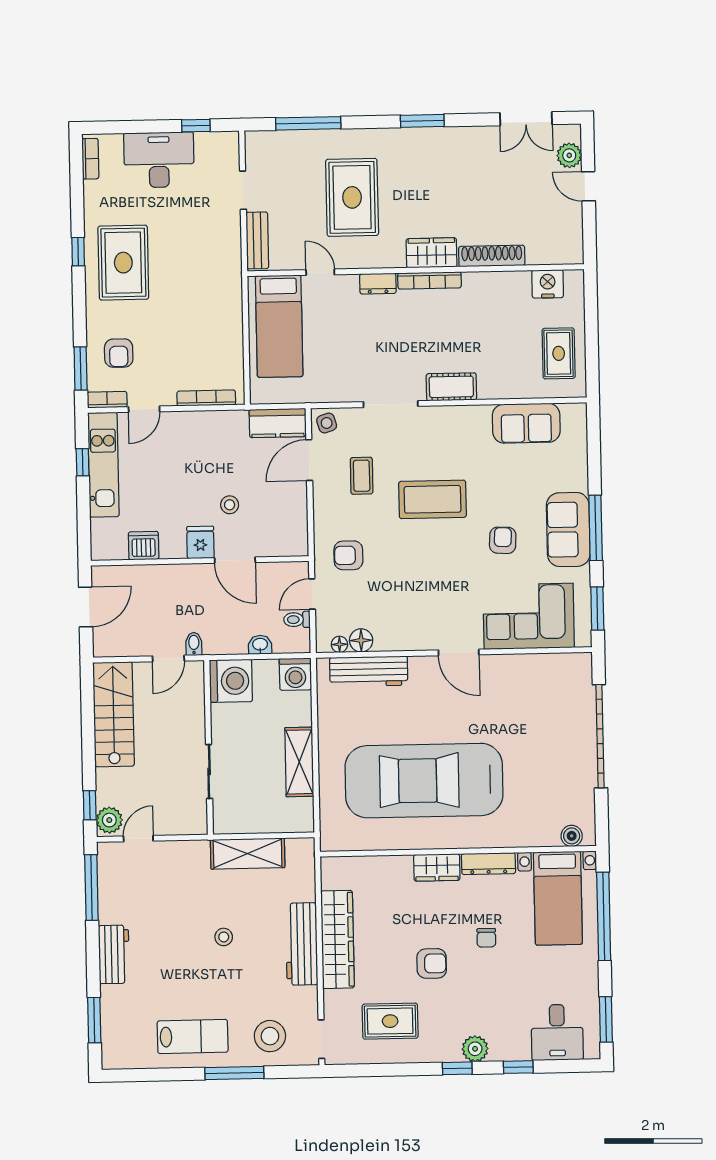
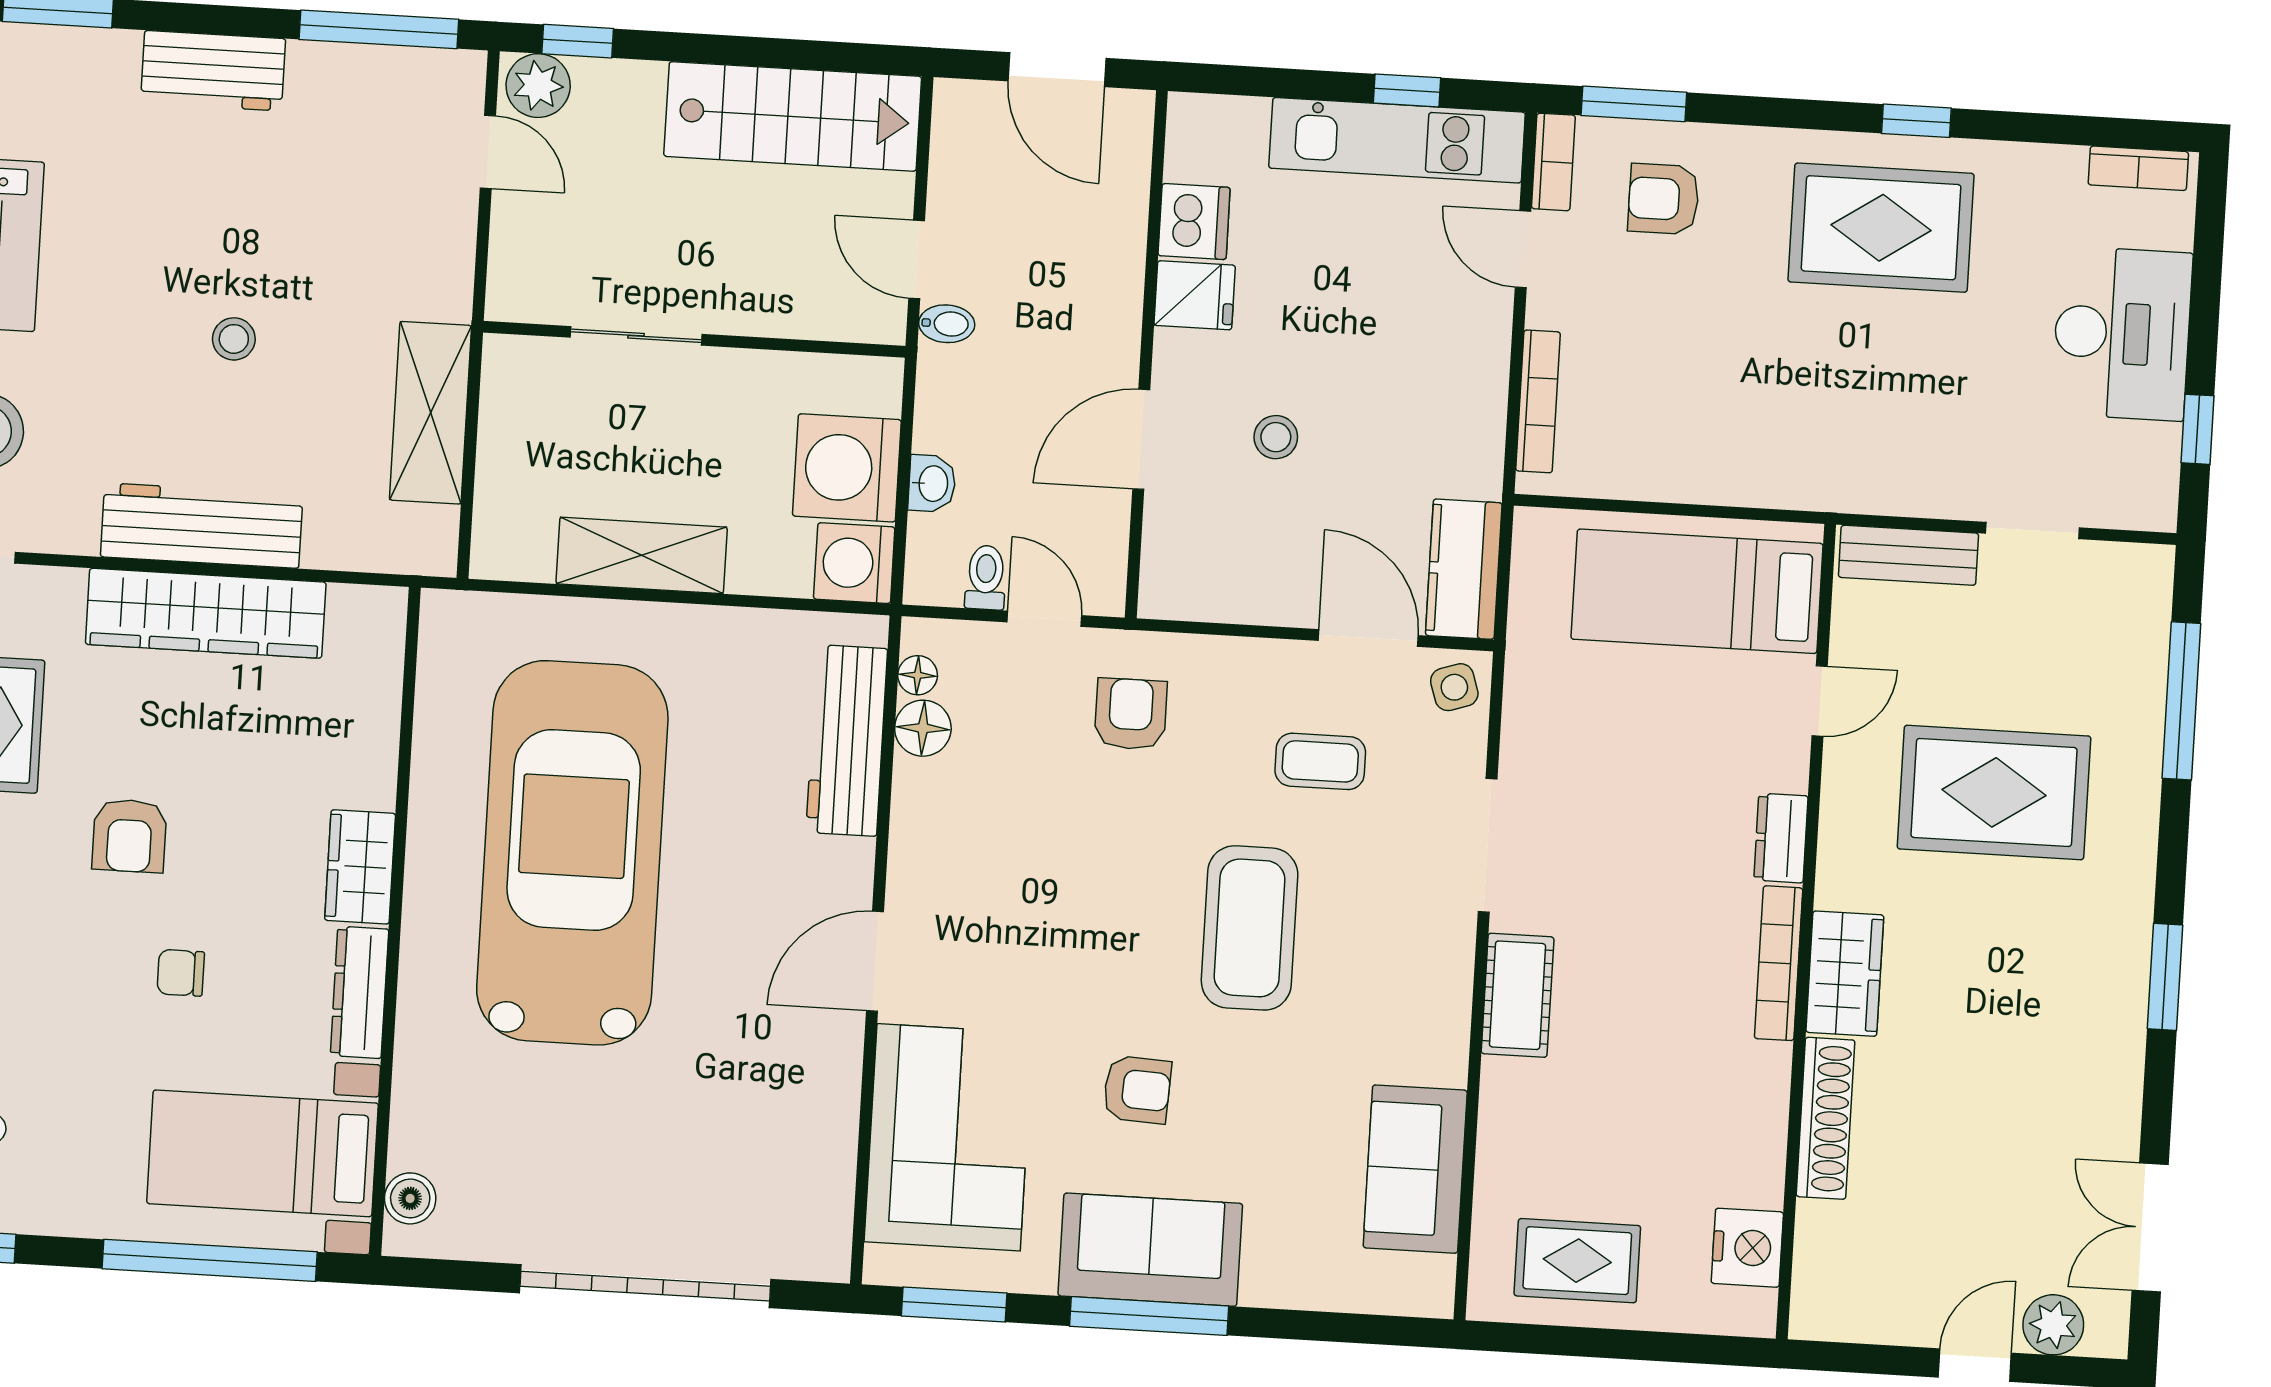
fridge: (200, 542) -> (1195, 295), moved
washing machine: (231, 681) -> (847, 468), moved, turned 90

